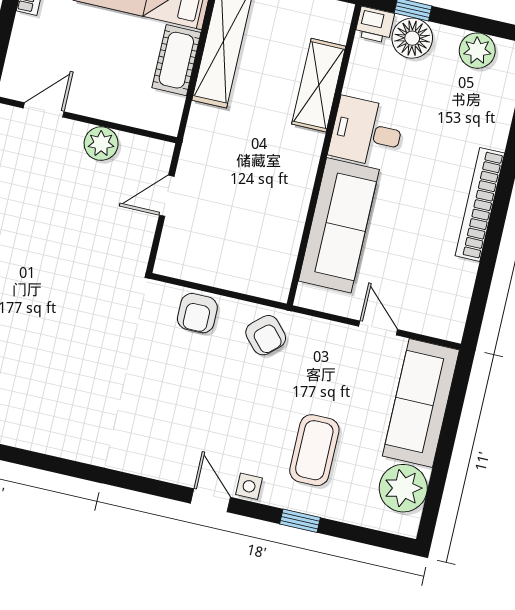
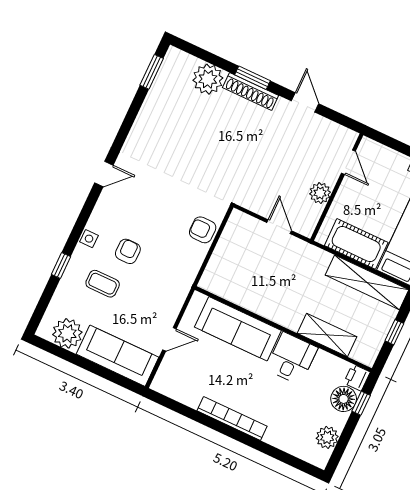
cot: (176, 60) -> (356, 244), width x1.37, depth x1.34
armchair: (266, 335) -> (128, 251), moved, turned 132
coffee table: (314, 450) -> (103, 284), width x0.73, depth x0.77
door: (210, 500) -> (104, 174), moved

